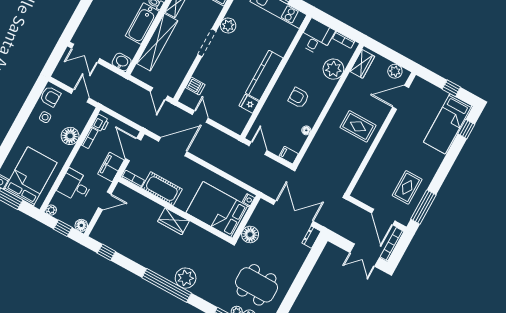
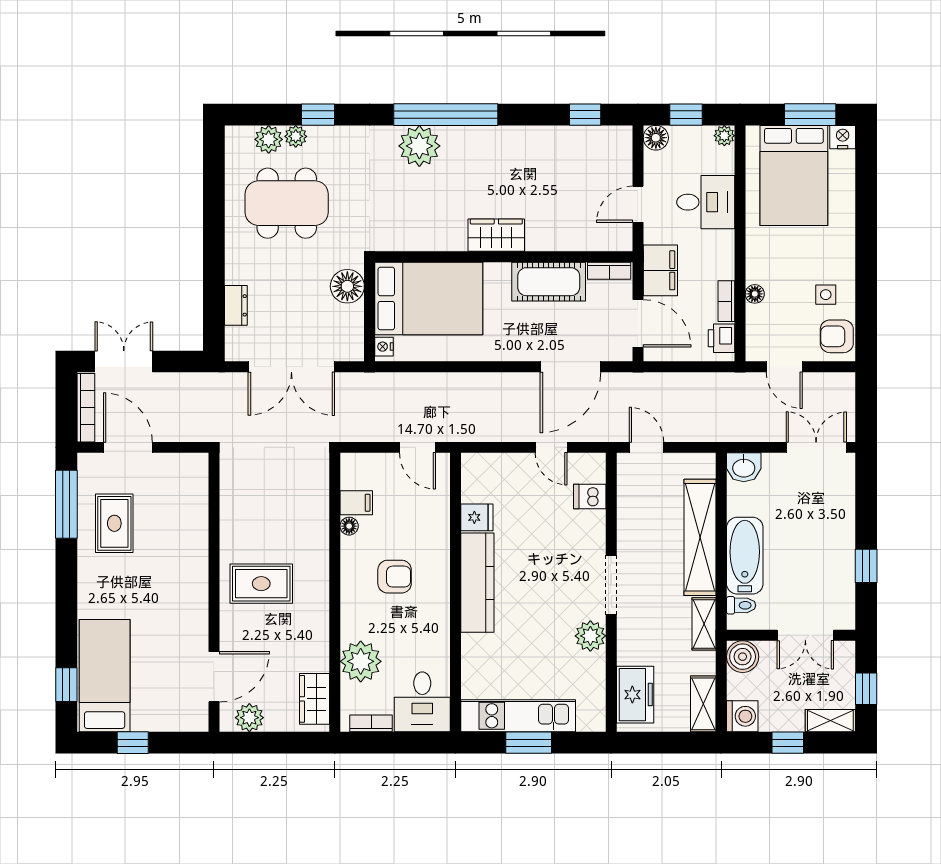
floor lamp: (70, 136) -> (755, 294), width x0.53, depth x0.53
filing cabinet: (289, 155) -> (356, 503), moved
dresser: (311, 237) -> (236, 305), moved

